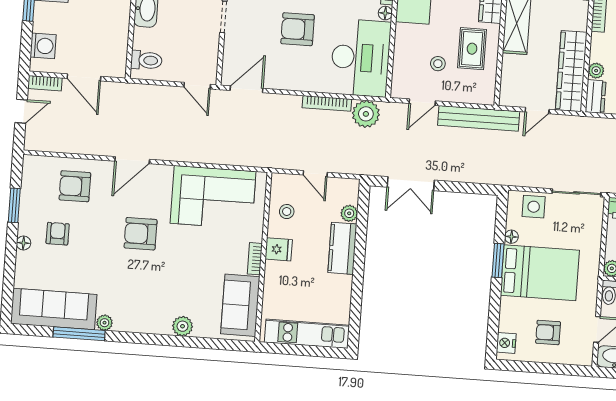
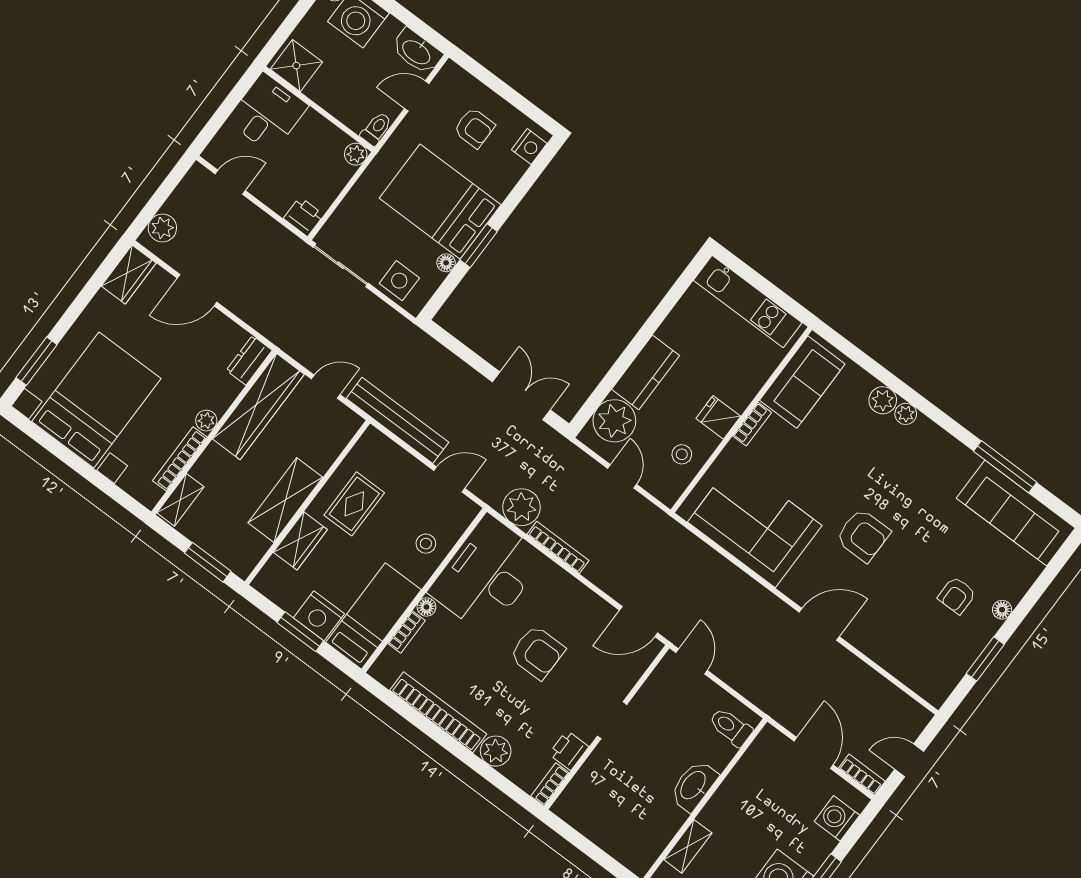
stool: (438, 64) -> (426, 544), moved
plant: (596, 71) -> (206, 421), moved
armchair: (75, 186) -> (903, 637), removed
plant: (349, 213) -> (614, 421), width x1.88, depth x1.88
plant: (105, 323) -> (906, 414), moved

